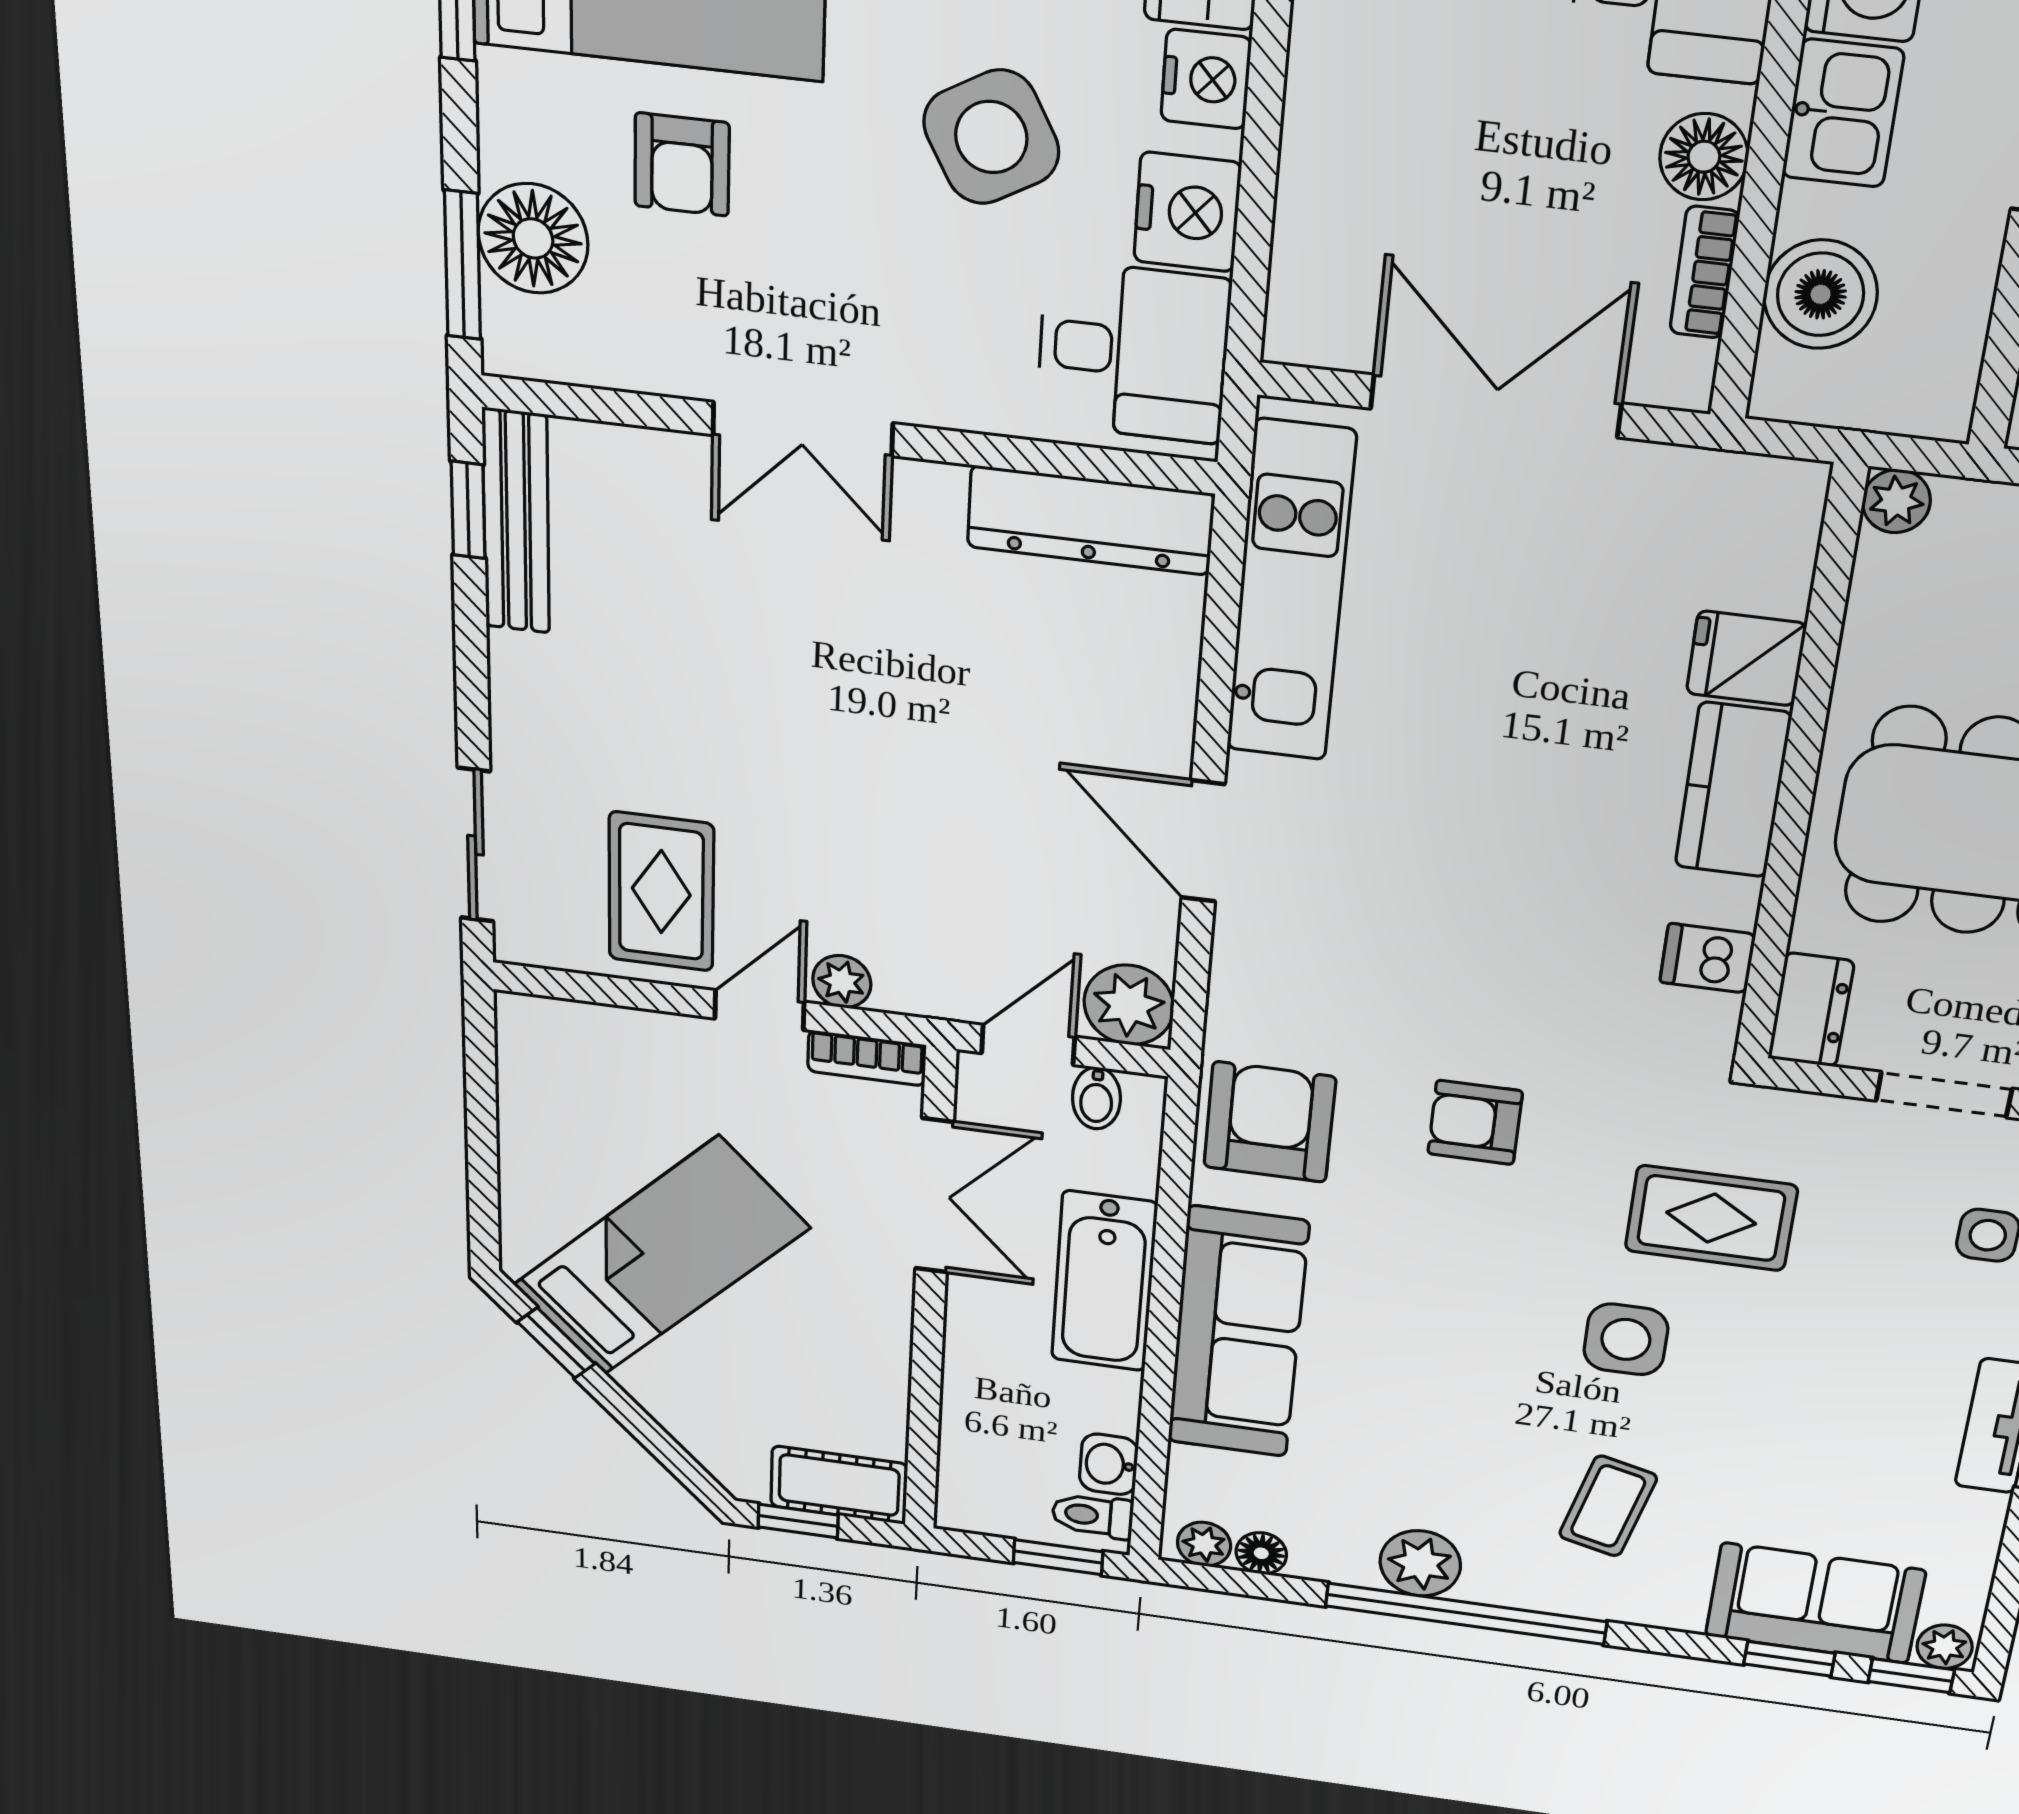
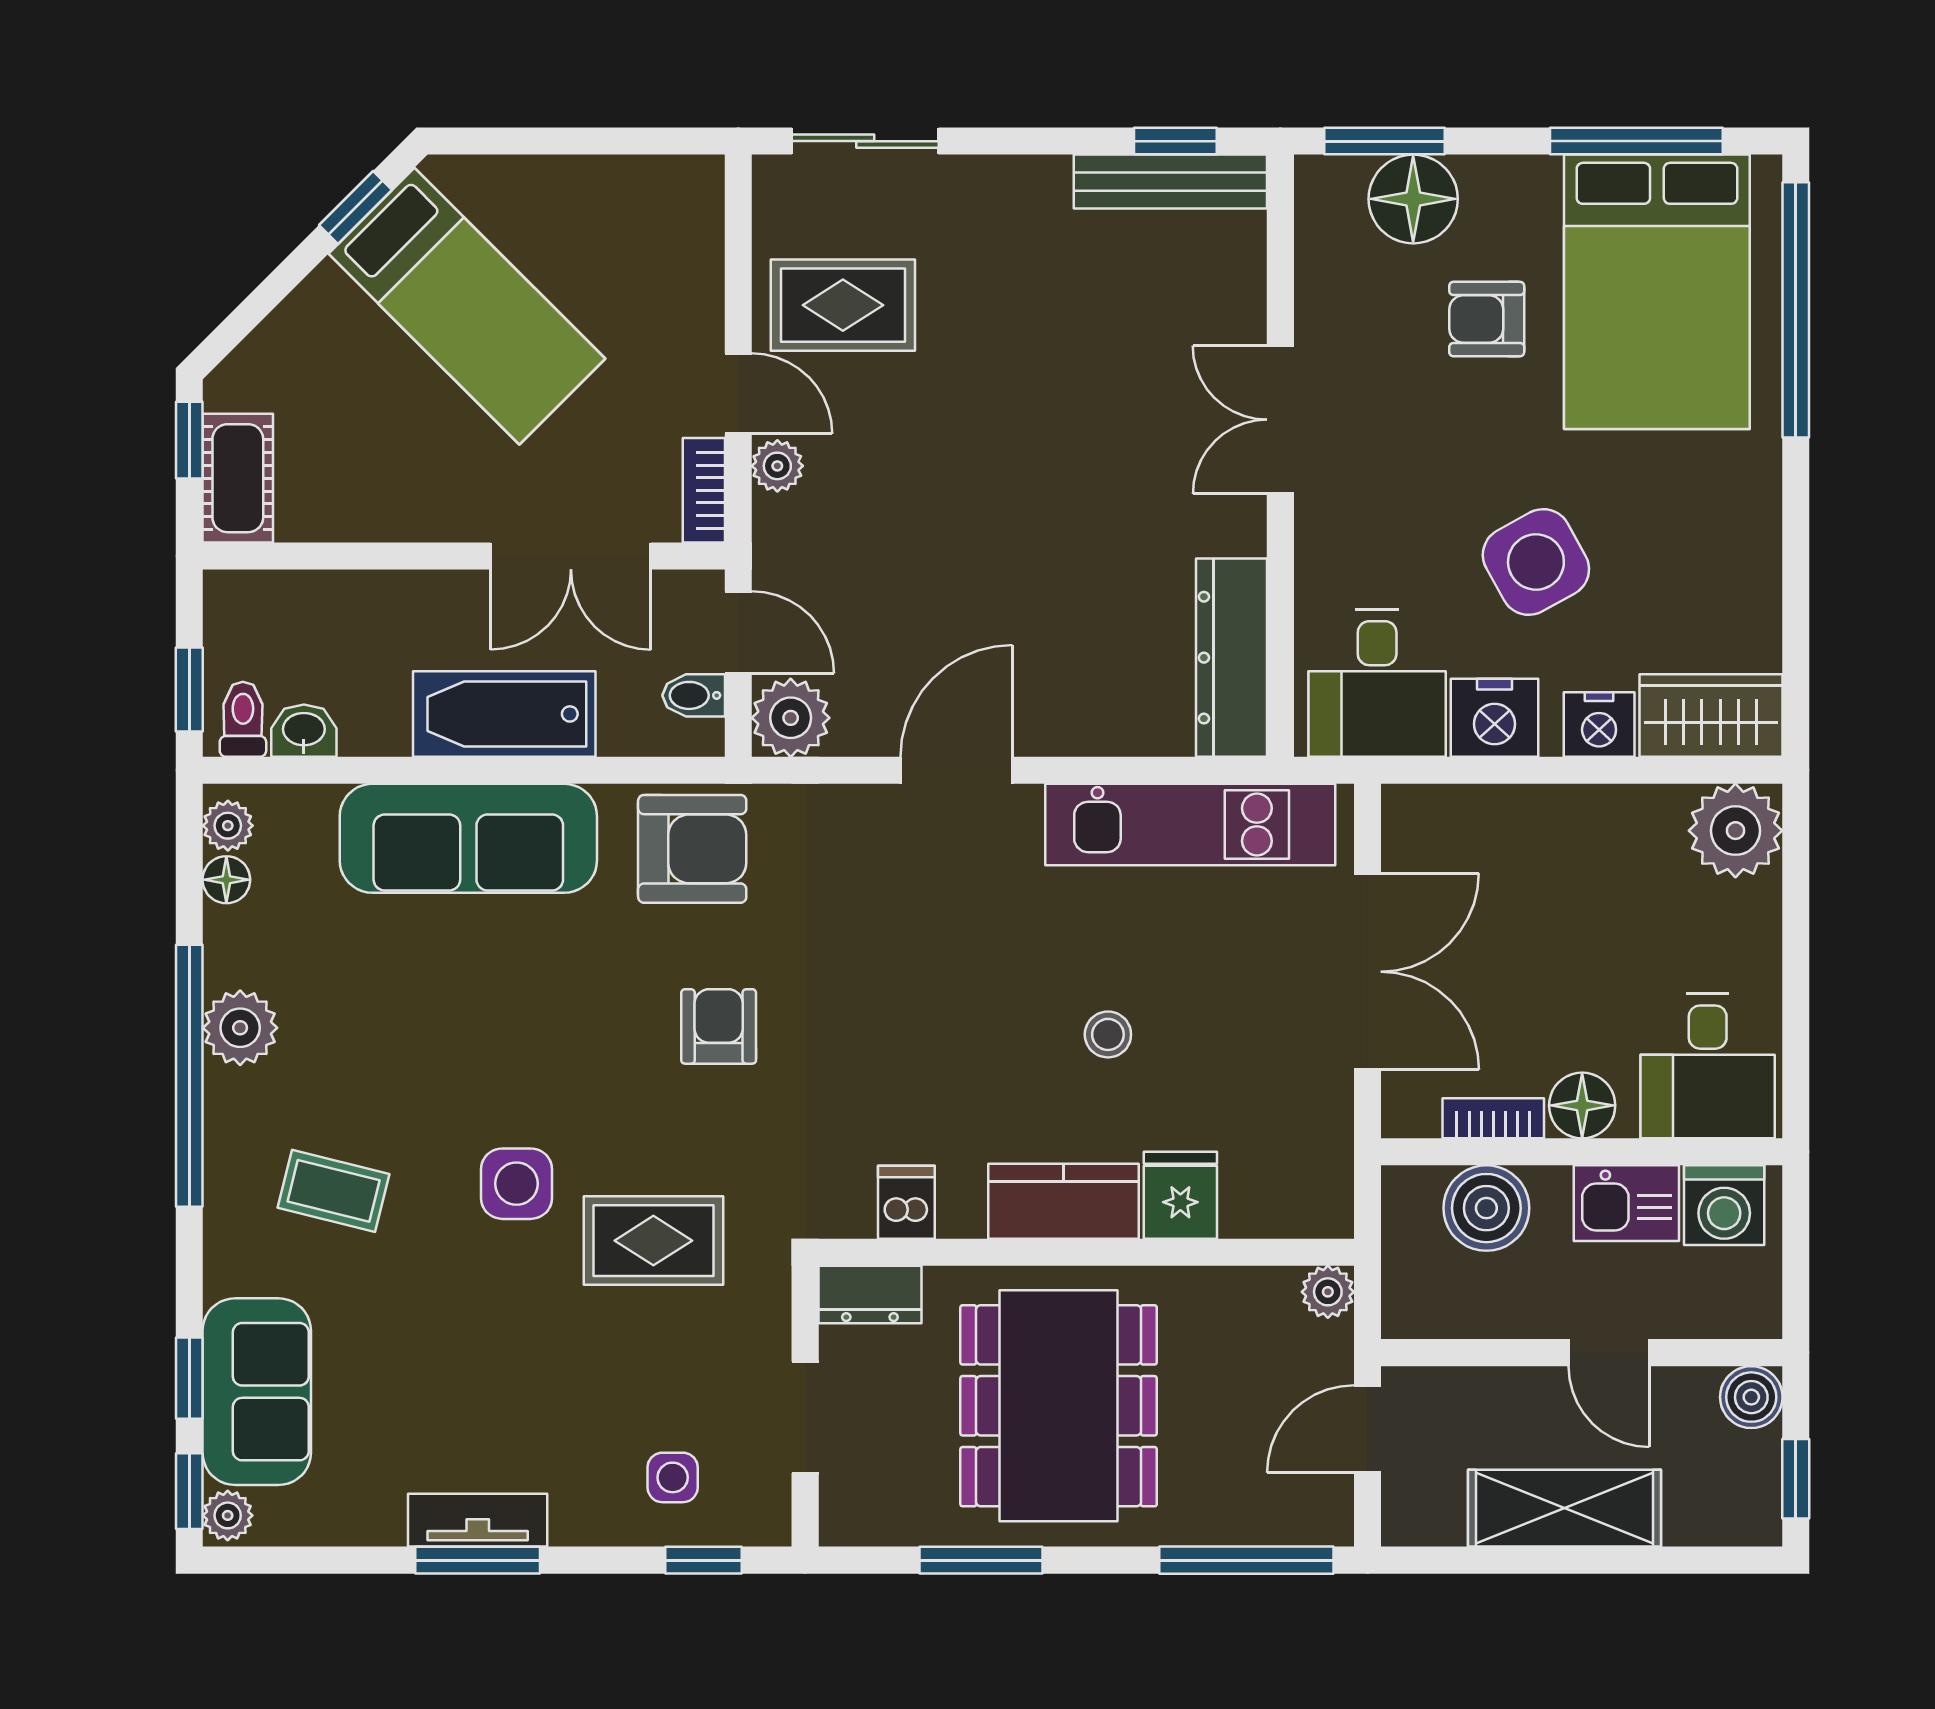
stool: (1537, 716) -> (1108, 1034), added
rug: (1711, 1218) -> (653, 1241), turned 90

